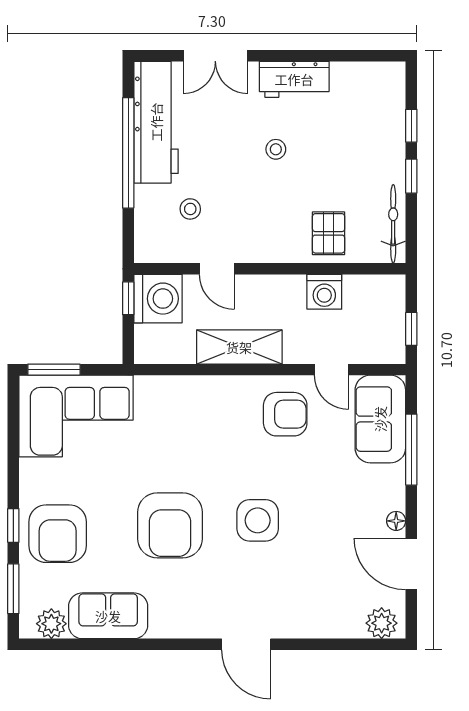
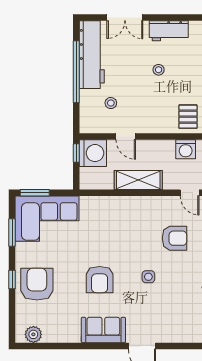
armchair: (285, 414) -> (175, 238), moved
side table: (258, 520) -> (148, 277), width x0.54, depth x0.54
armchair: (170, 525) -> (100, 280), width x0.73, depth x0.73
armchair: (58, 534) -> (37, 284), turned 180
window: (13, 589) -> (12, 232), moved
sofa: (108, 616) -> (103, 330), moved

